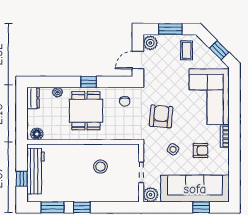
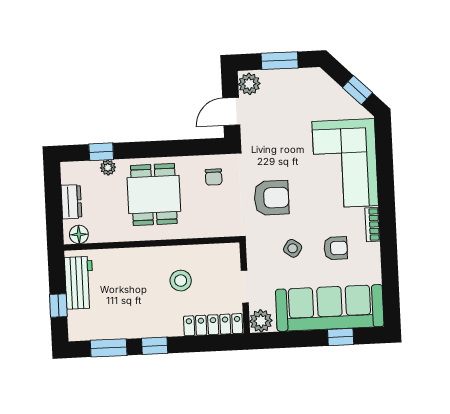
coffee table: (187, 50) -> (306, 93), removed
window: (89, 82) -> (101, 152), moved
dresser: (33, 98) -> (71, 202), moved
armchair: (161, 116) -> (271, 198), turned 85
workbench: (36, 171) -> (79, 283), width x0.73
locker: (120, 196) -> (213, 325), added

